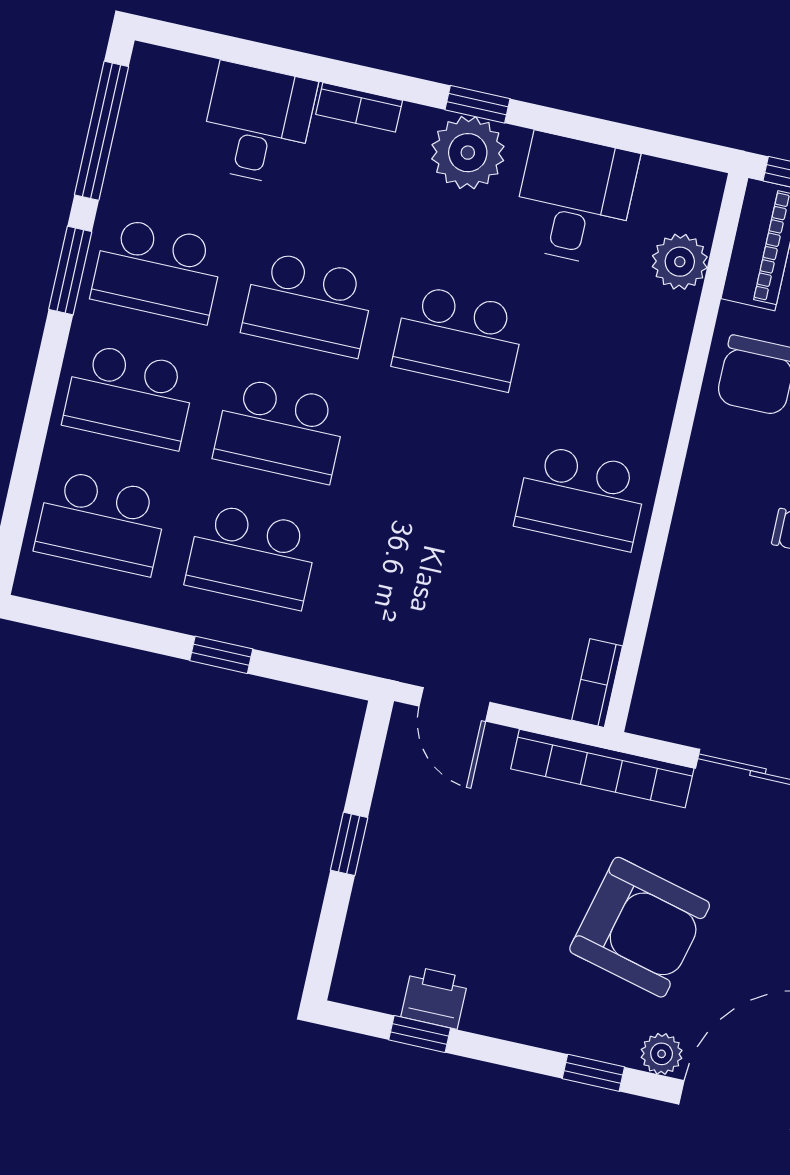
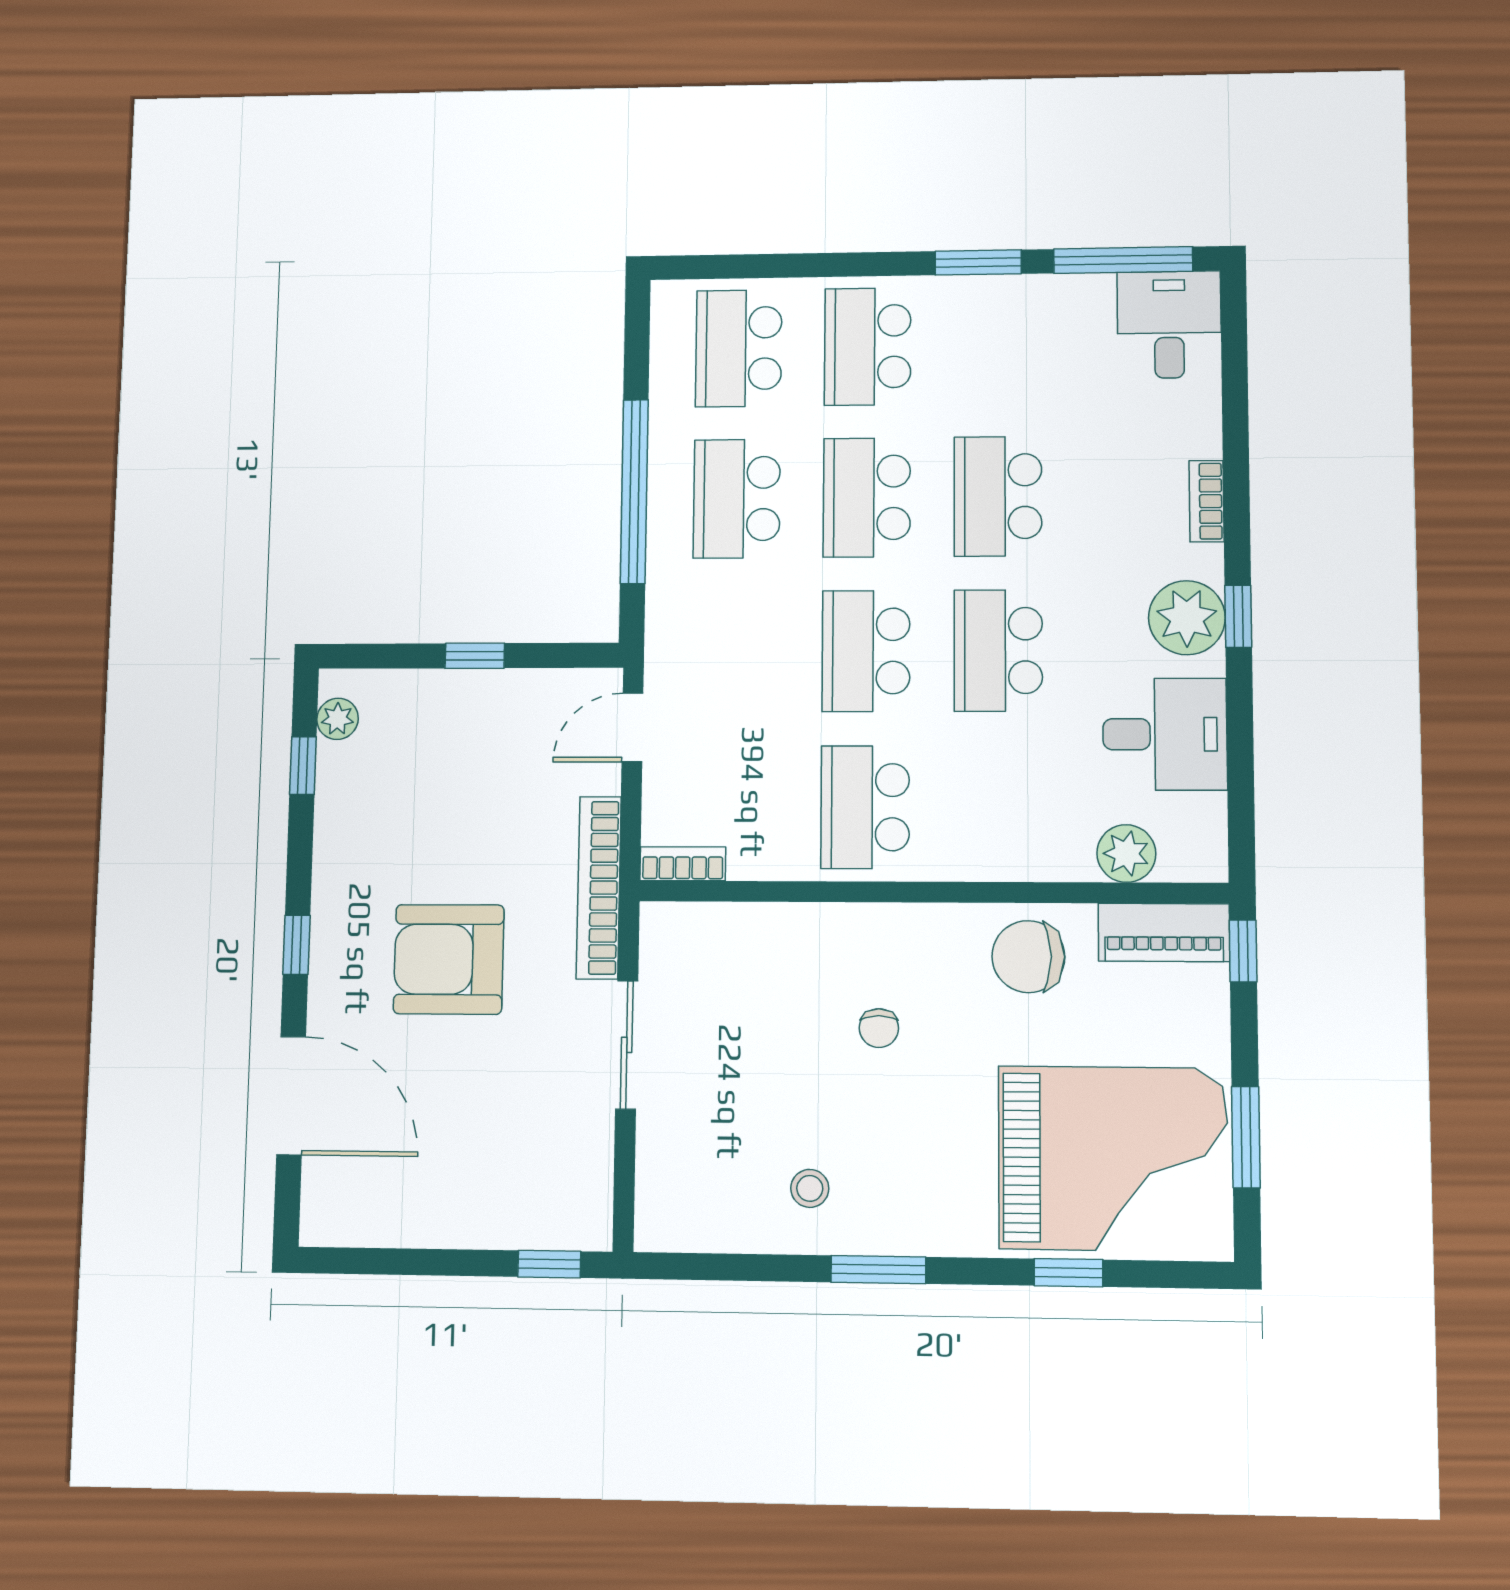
desk: (258, 124) -> (1169, 325), moved, turned -90
school desk: (158, 270) -> (866, 651), moved
window: (221, 655) -> (634, 491), width x3.17
armchair: (640, 927) -> (449, 959), turned 76
printer: (435, 998) -> (341, 772), removed
plant: (662, 1054) -> (338, 719), moved

